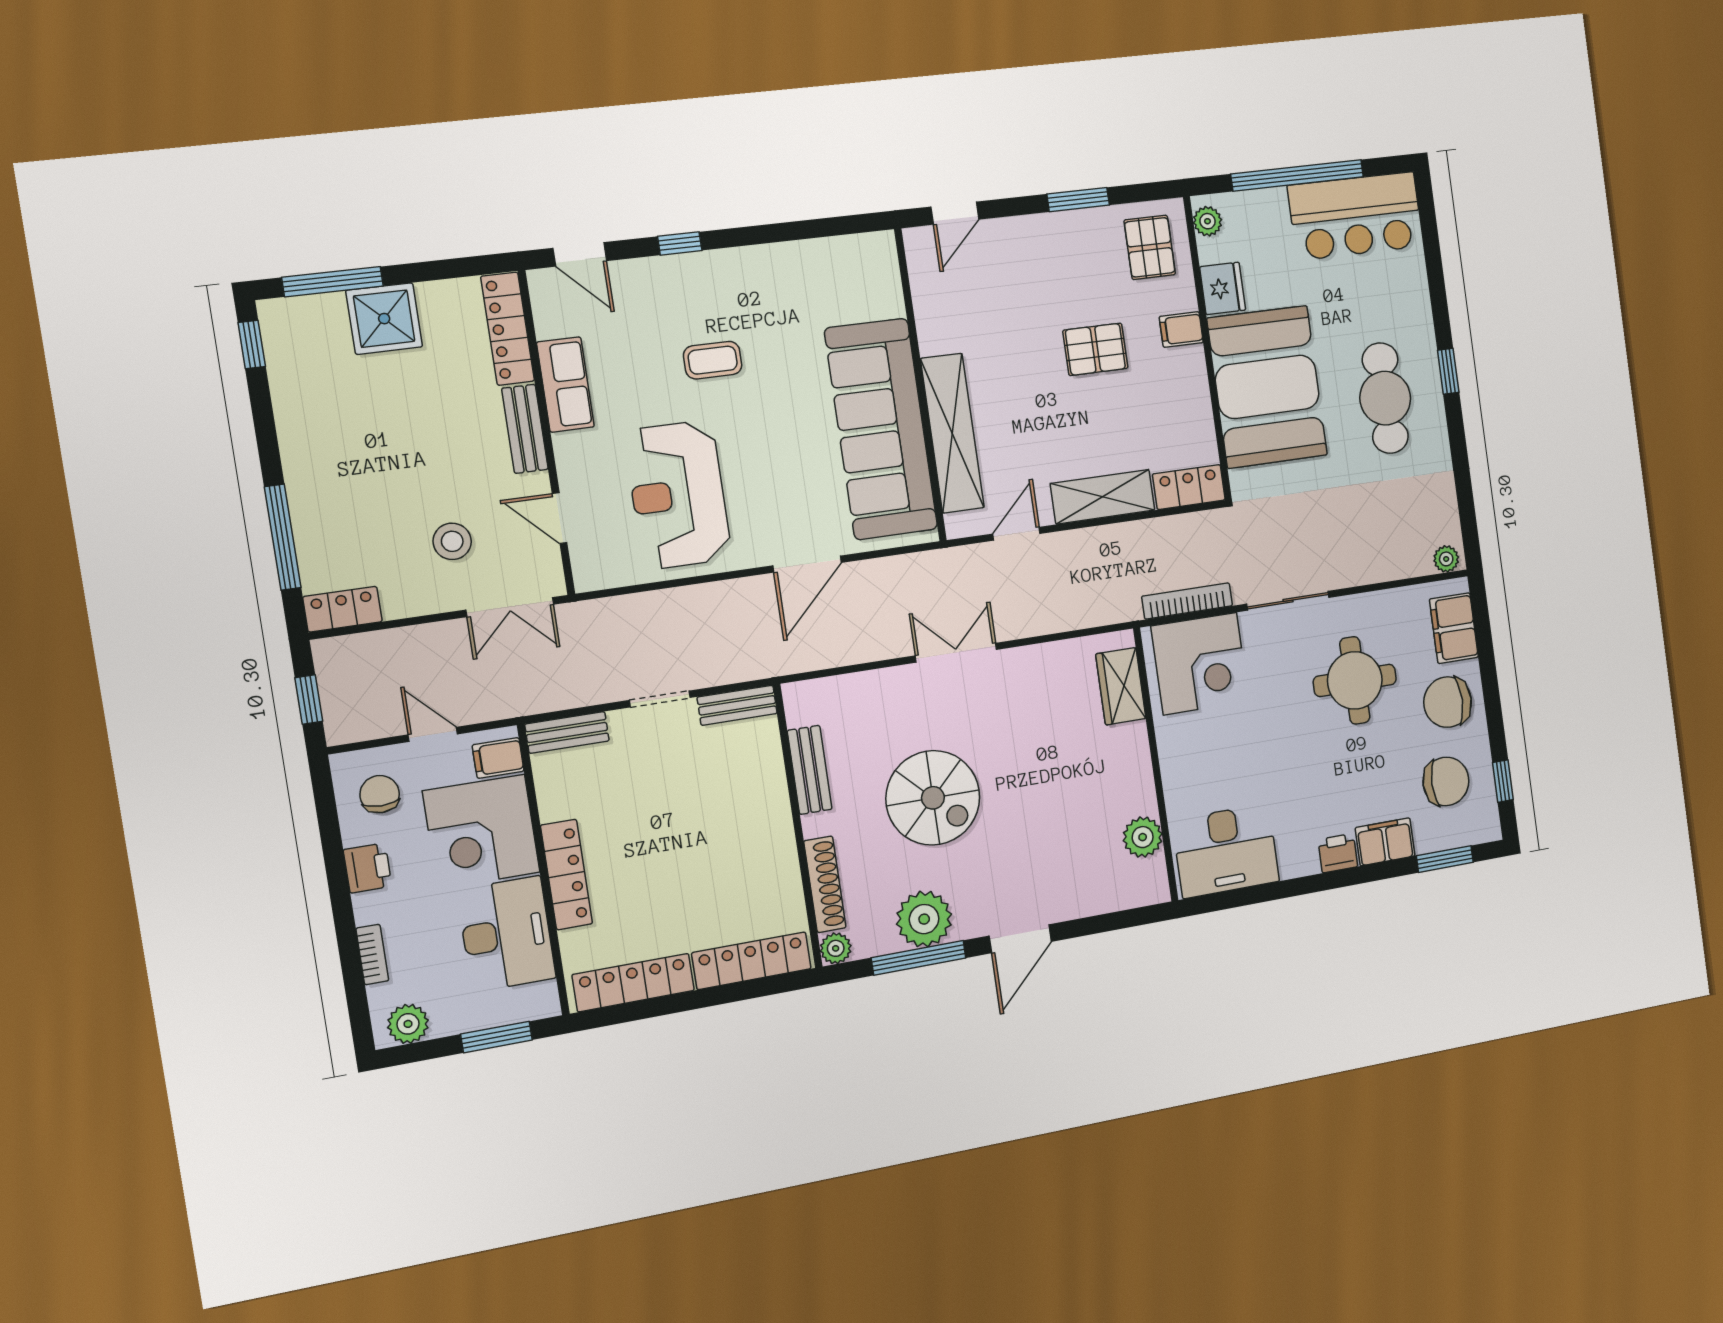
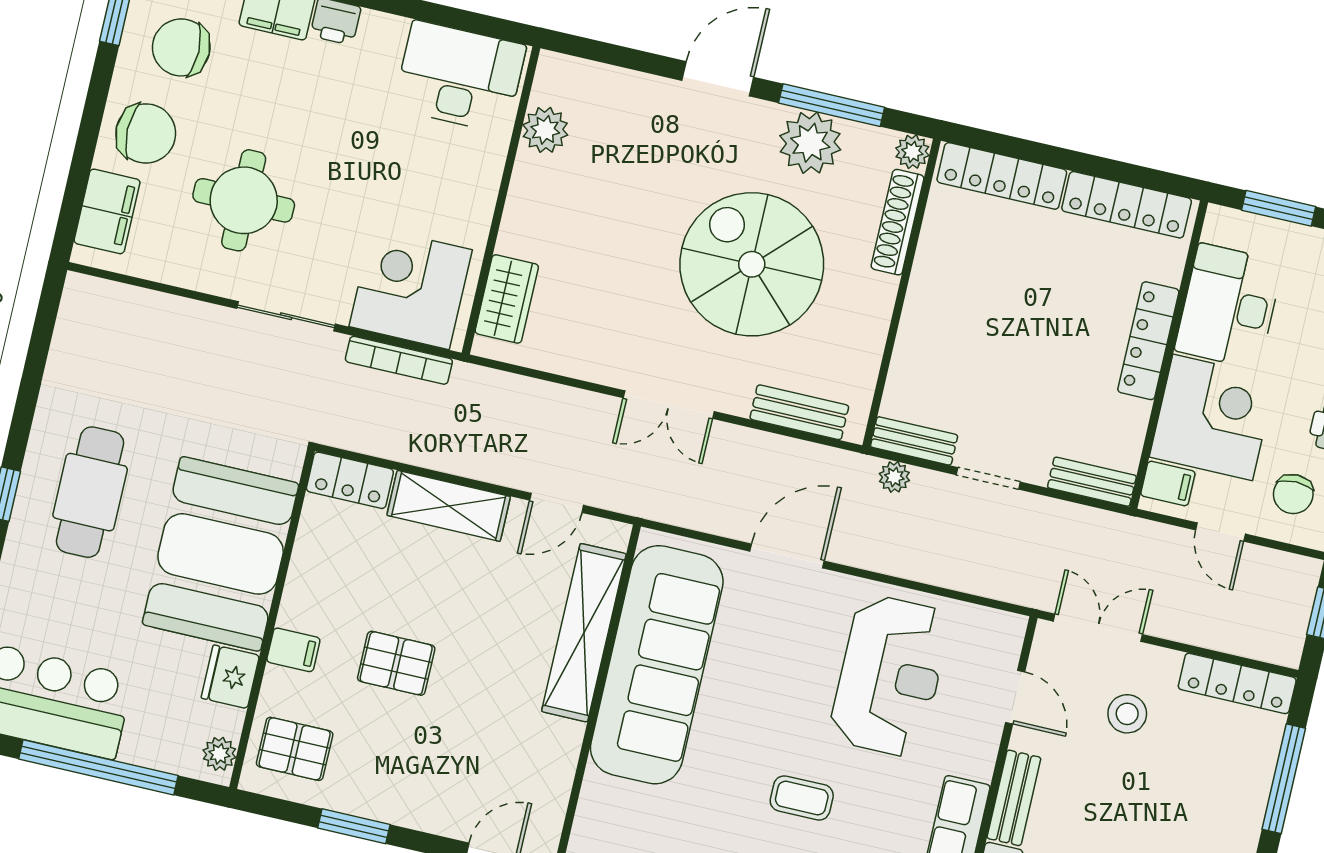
pallet: (1150, 247) -> (295, 749), turned 90
plant: (1446, 559) -> (894, 477), moved
locker: (342, 609) -> (1237, 683), width x1.53
bench: (810, 770) -> (799, 412), moved, turned 90
spiral stairs: (933, 798) -> (752, 264), width x1.37, depth x1.37

